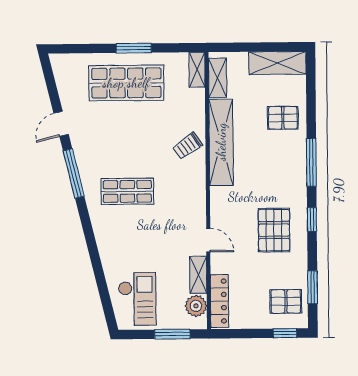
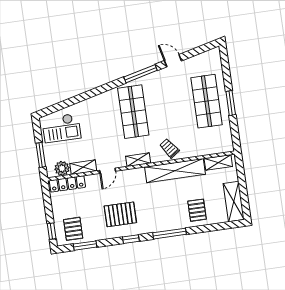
shelving: (197, 70) -> (138, 160), moved
shop shelf: (127, 191) -> (133, 112), width x1.43, depth x1.36

